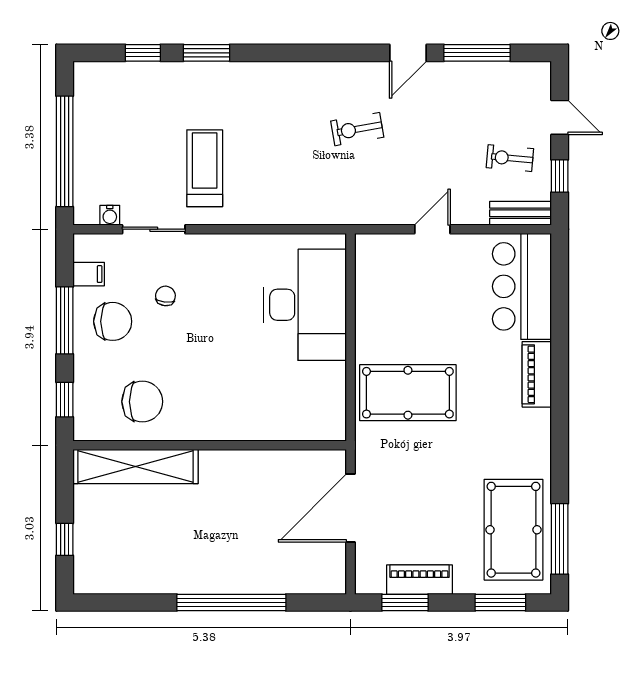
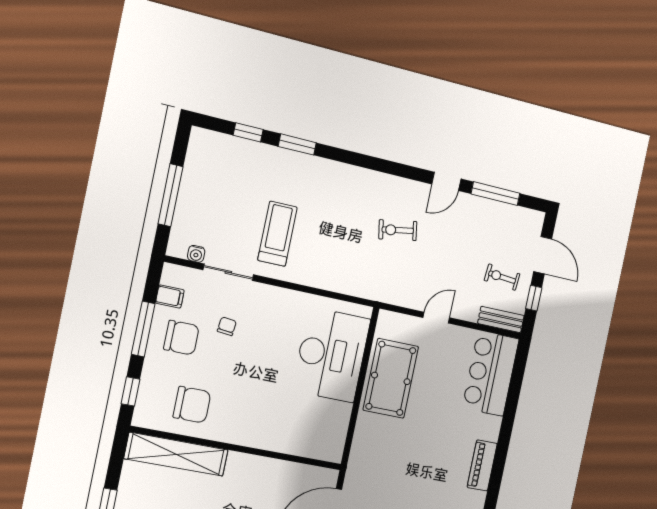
door: (560, 117) -> (543, 255), width x1.38
window: (65, 151) -> (170, 195), width x0.68
piano: (537, 374) -> (482, 465), moved
pool table: (408, 393) -> (391, 378), moved, turned 90

